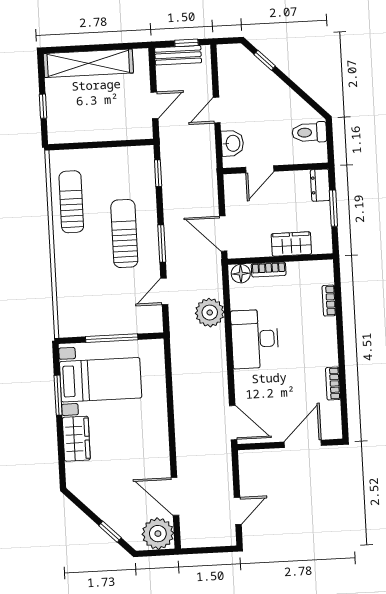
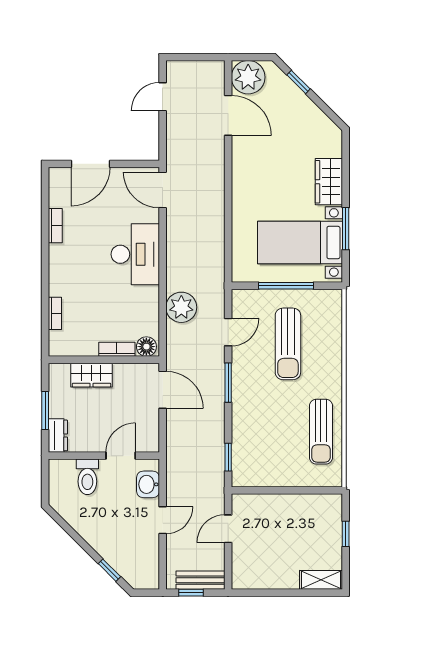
shelving: (88, 63) -> (321, 580), width x0.45, depth x0.75
toilet: (309, 132) -> (87, 477), moved, turned 90
sun lounger: (124, 234) -> (288, 344), moved
desk: (255, 339) -> (135, 254), moved

